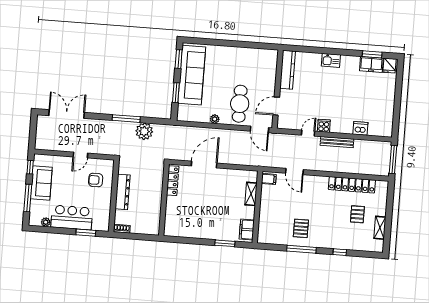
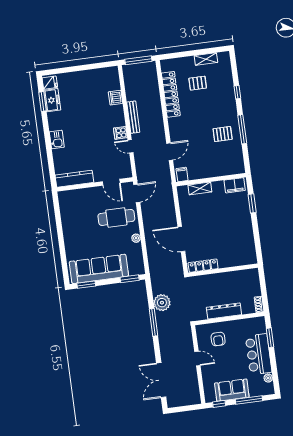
window: (176, 93) -> (130, 279), moved

